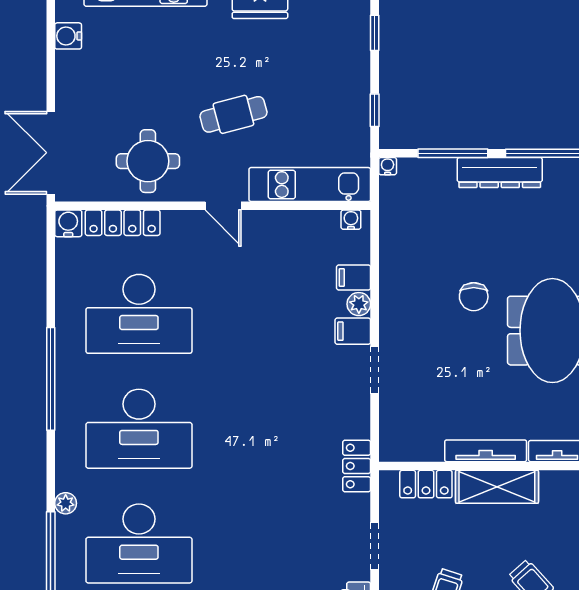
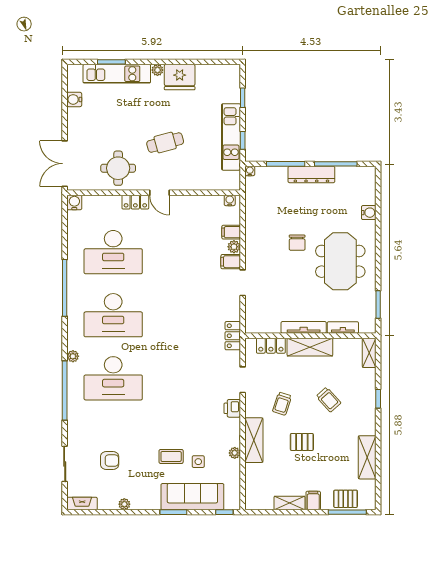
kitchen unit: (310, 185) -> (231, 137), moved, turned -90
locker: (123, 223) -> (135, 202), moved, width x0.66

